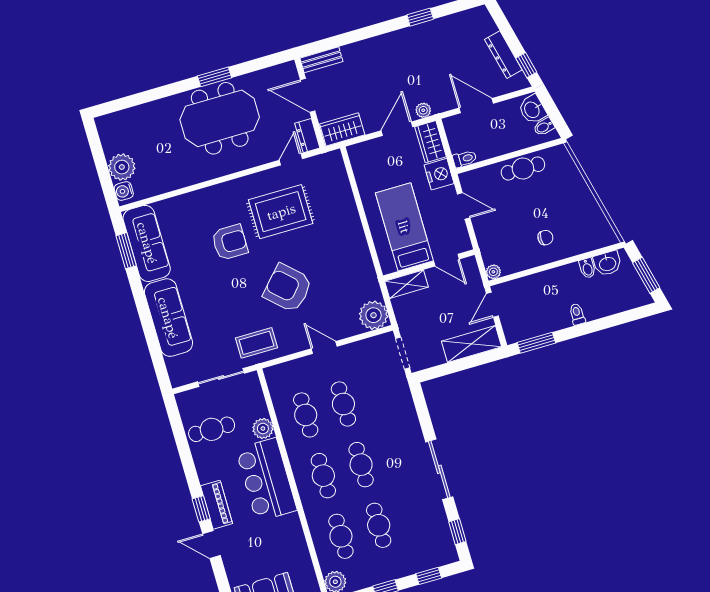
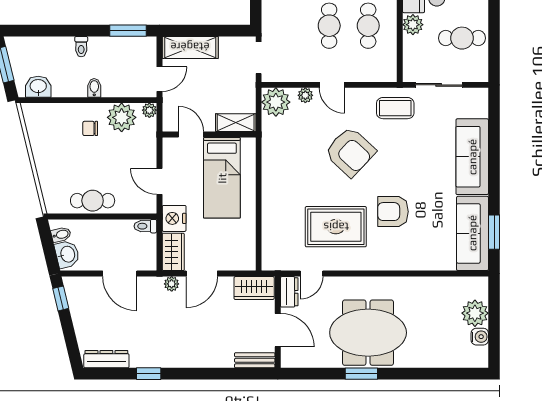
dresser: (503, 55) -> (106, 359), moved, turned -76
water cooler: (124, 191) -> (480, 337), moved
plant: (518, 257) -> (122, 117), added
bidet: (587, 268) -> (94, 88), moved
plant: (347, 330) -> (305, 95), added

